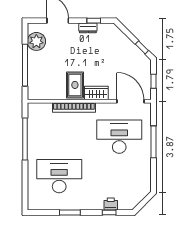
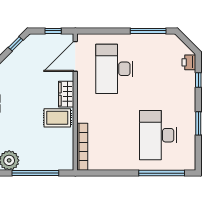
bookcase: (74, 108) -> (82, 147), moved
window: (25, 139) -> (162, 173), moved
window: (153, 142) -> (148, 31), moved
printer: (111, 204) -> (189, 62), moved

